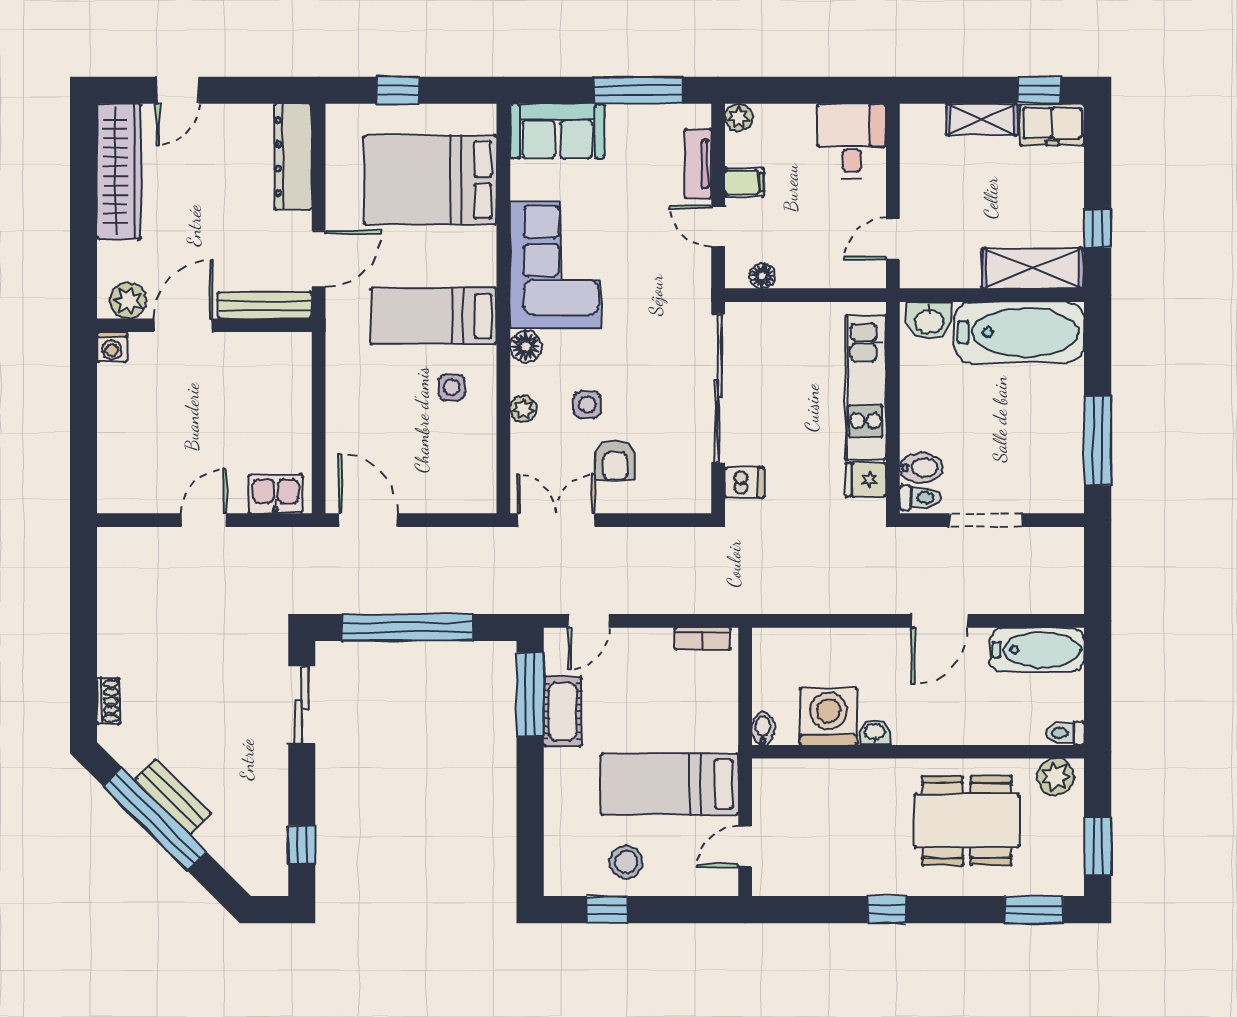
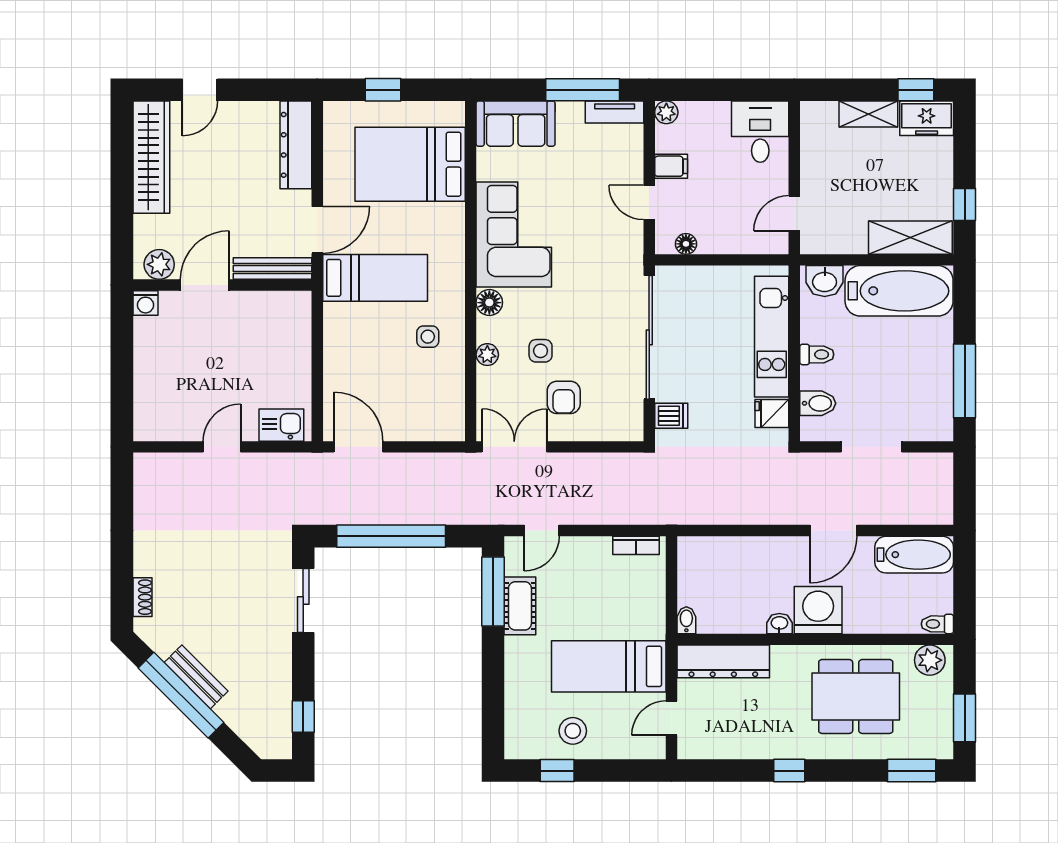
tv unit: (698, 164) -> (615, 112), moved, turned -90
bed: (434, 316) -> (375, 278), moved, turned 180
toilet: (920, 498) -> (817, 354), moved
washing machine: (828, 716) -> (818, 610), moved
dresser: (807, 778) -> (723, 661), added

